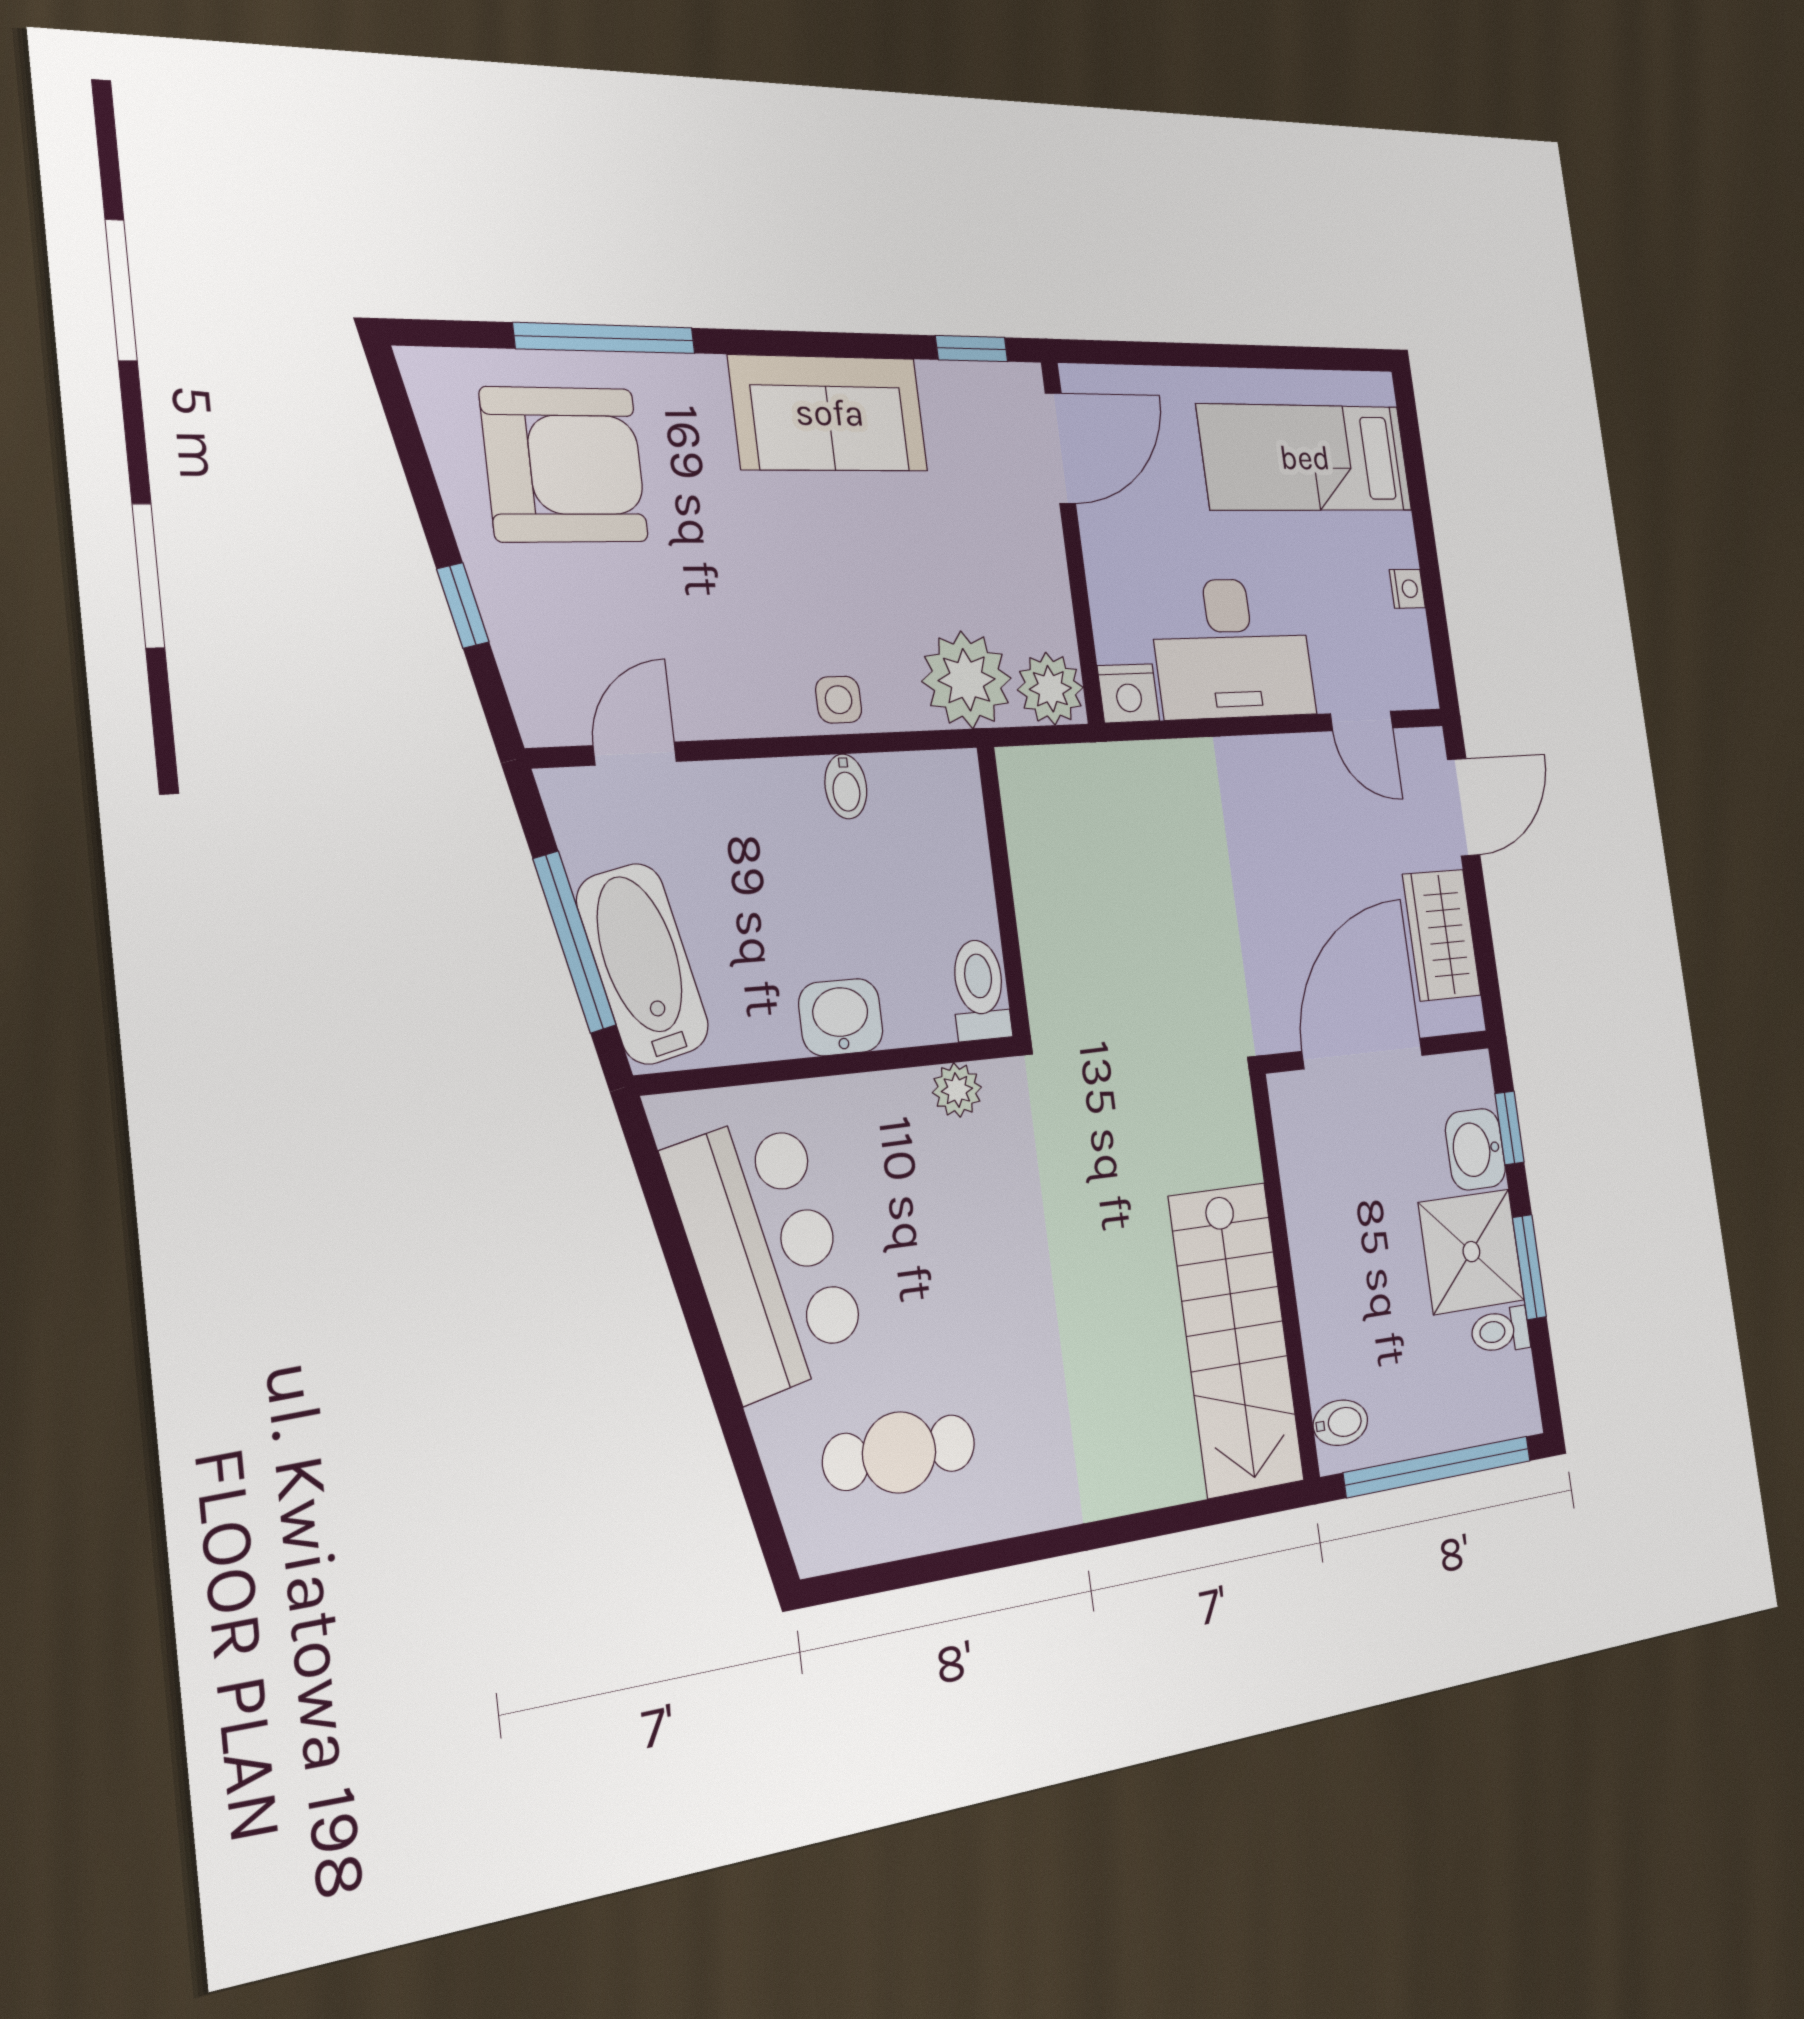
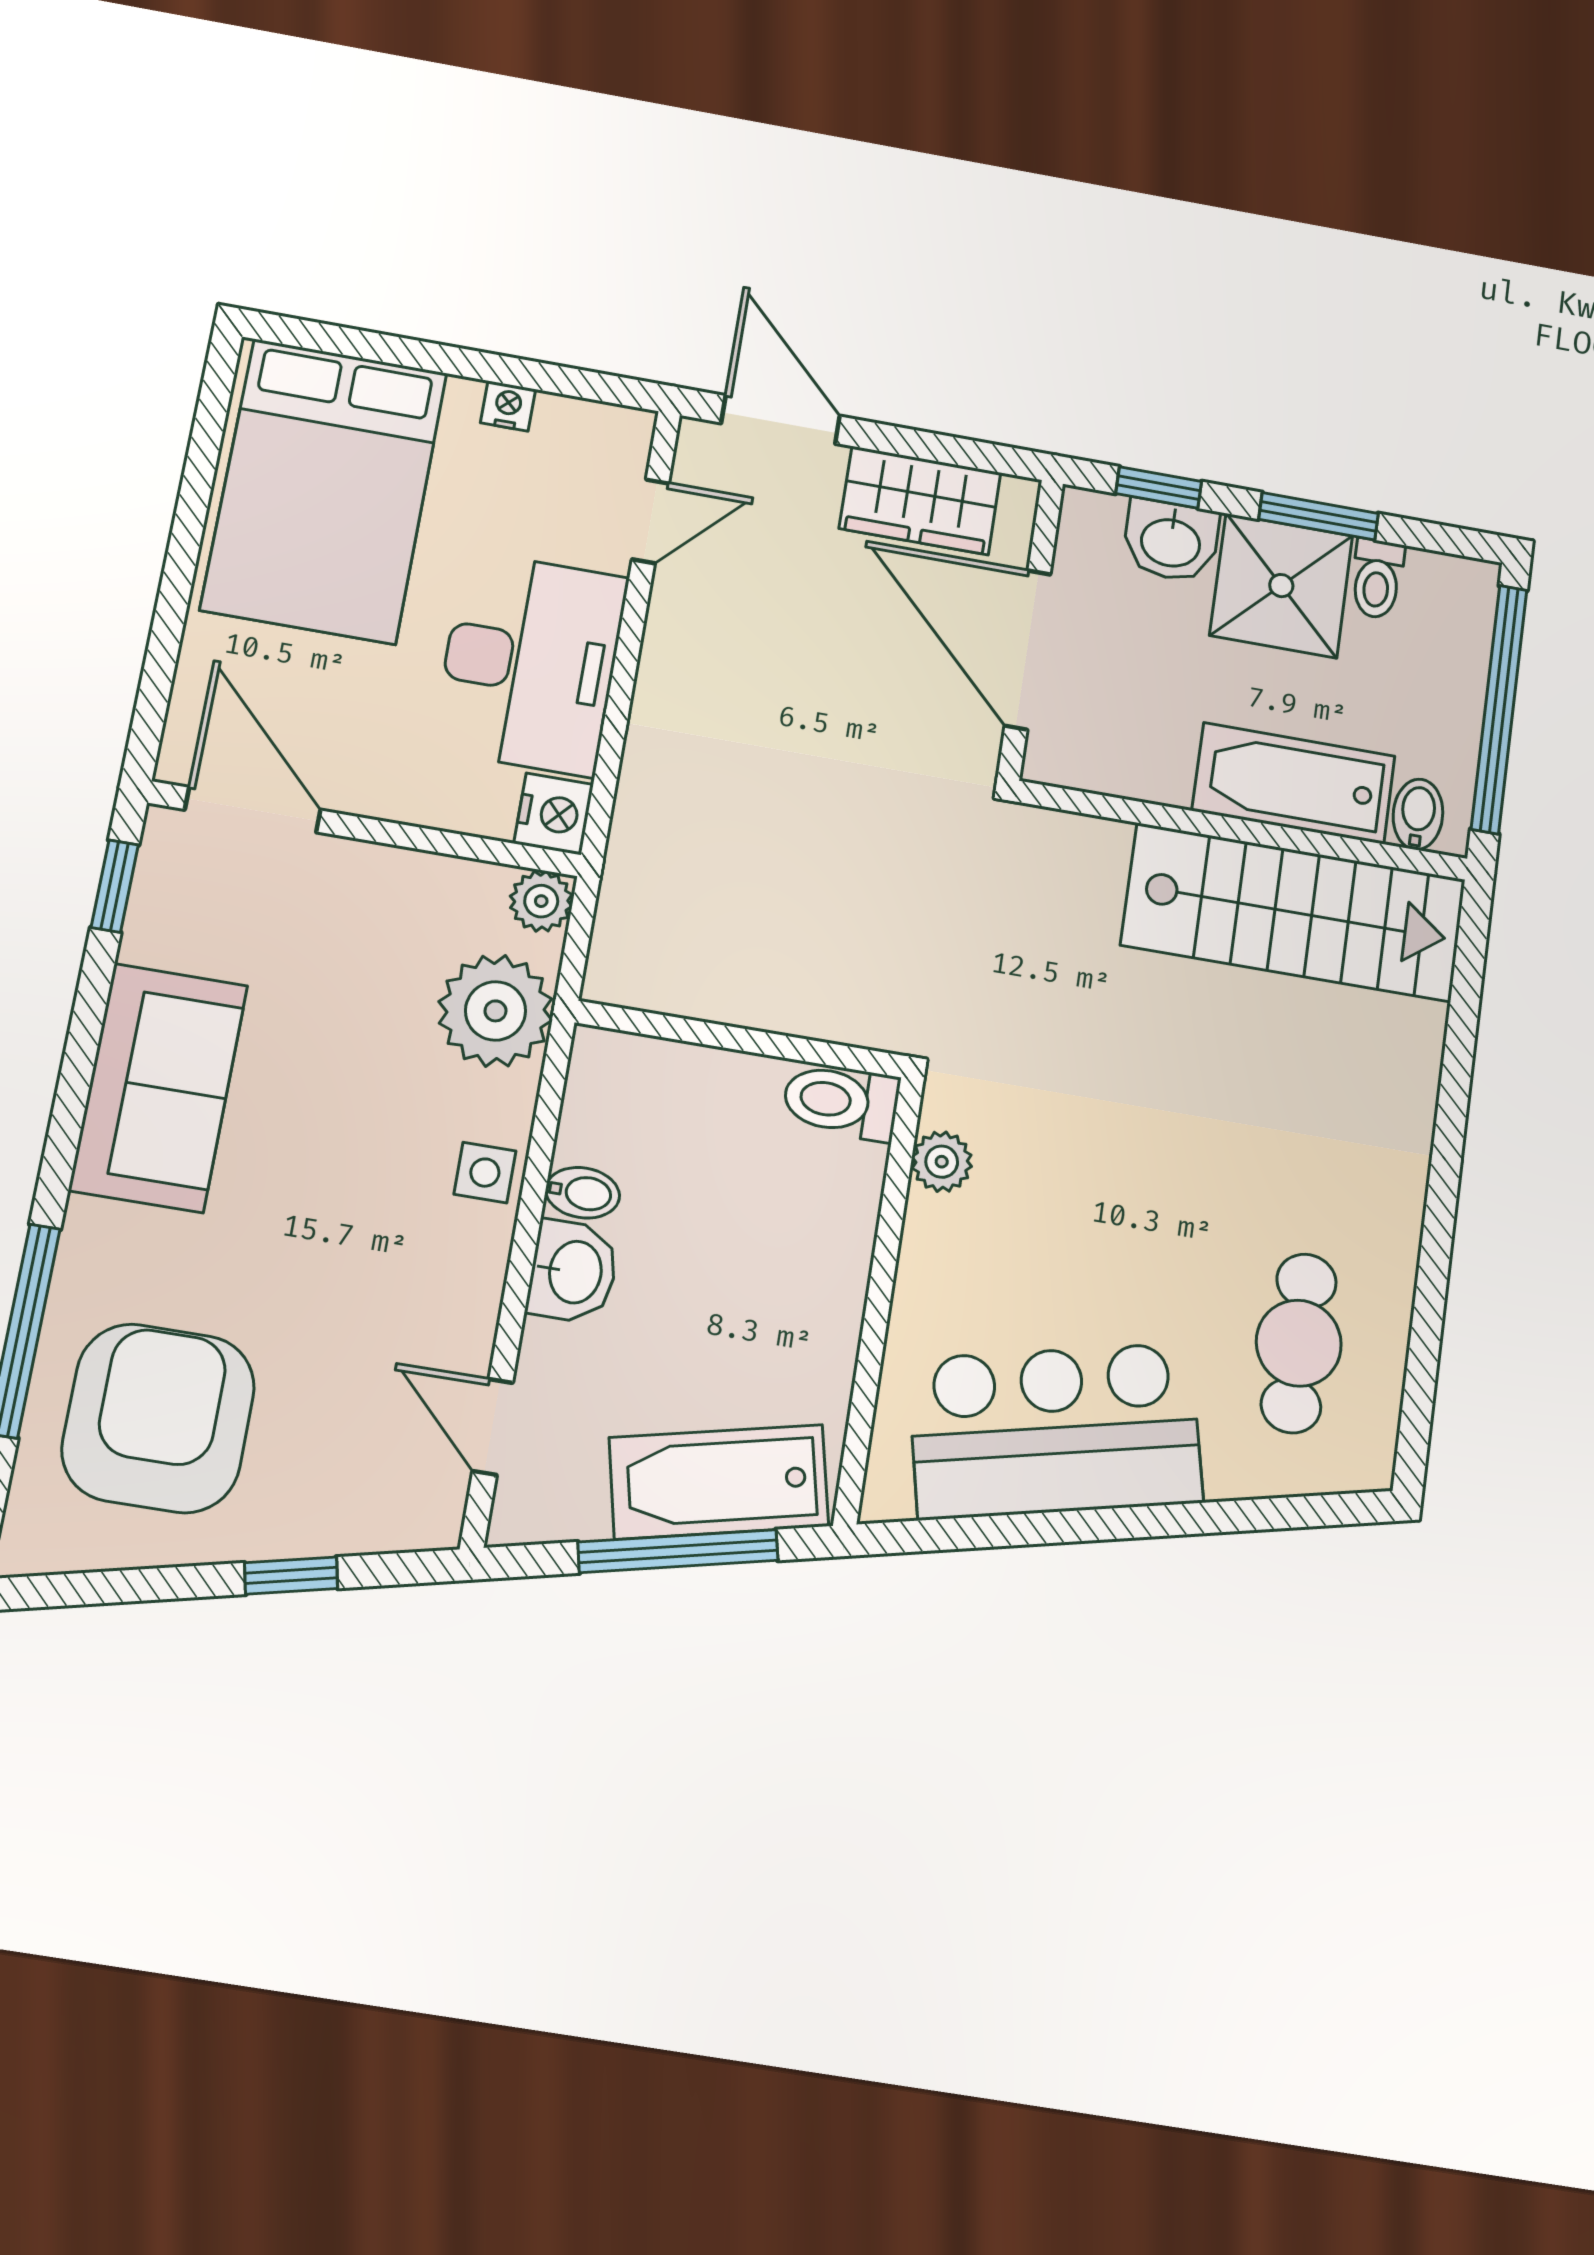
bed: (1305, 458) -> (324, 491), width x1.50
plant: (1050, 689) -> (541, 901), width x0.73, depth x0.73
washbasin: (841, 1017) -> (573, 1272), moved, turned 180
bathtub: (1332, 1308) -> (1294, 783), added

